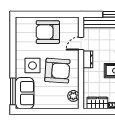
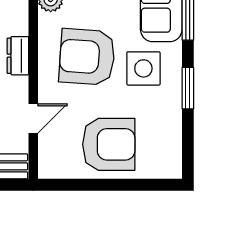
window: (13, 57) -> (188, 88), added
dresser: (88, 59) -> (18, 56), moved

